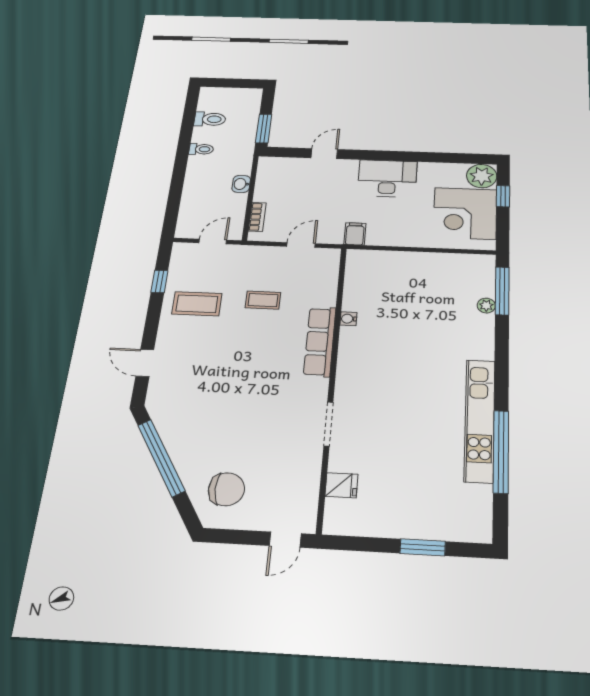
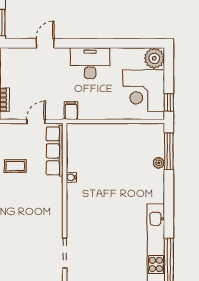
window: (503, 196) -> (169, 102), moved
row of seats: (320, 342) -> (55, 151), moved

